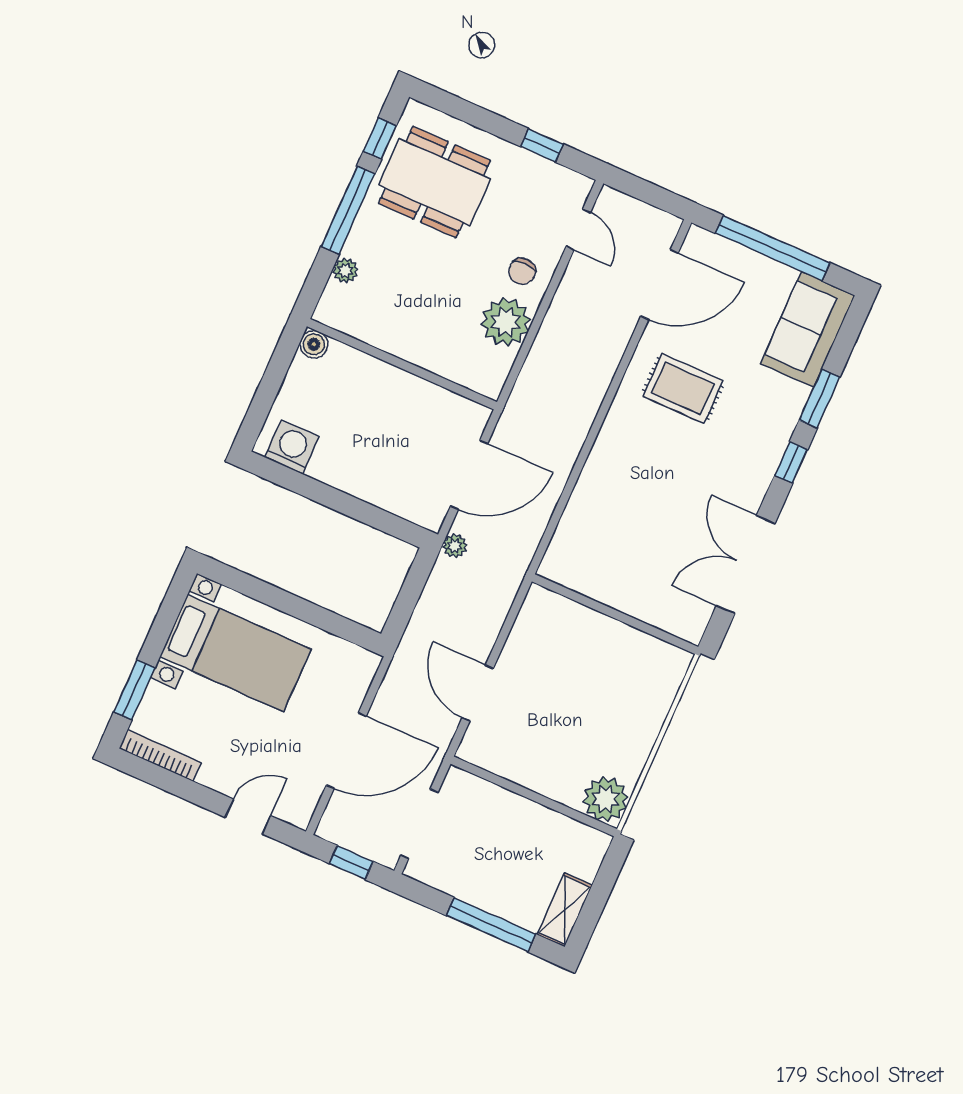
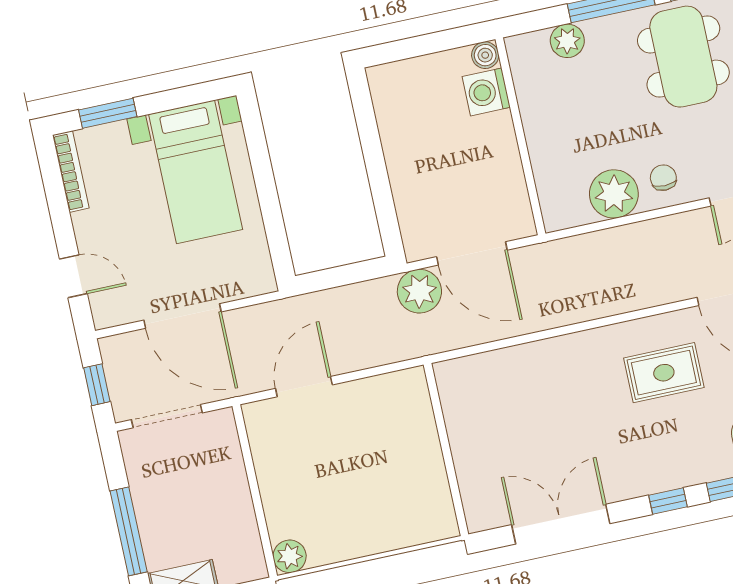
plant: (345, 271) -> (567, 41), width x1.38, depth x1.38
chair: (522, 271) -> (663, 178), turned 90
rug: (683, 389) -> (664, 373), turned 90
washing machine: (292, 447) -> (486, 92), moved, turned 180
plant: (455, 546) -> (419, 291), width x1.87, depth x1.87
plant: (606, 799) -> (290, 556), width x0.73, depth x0.73

